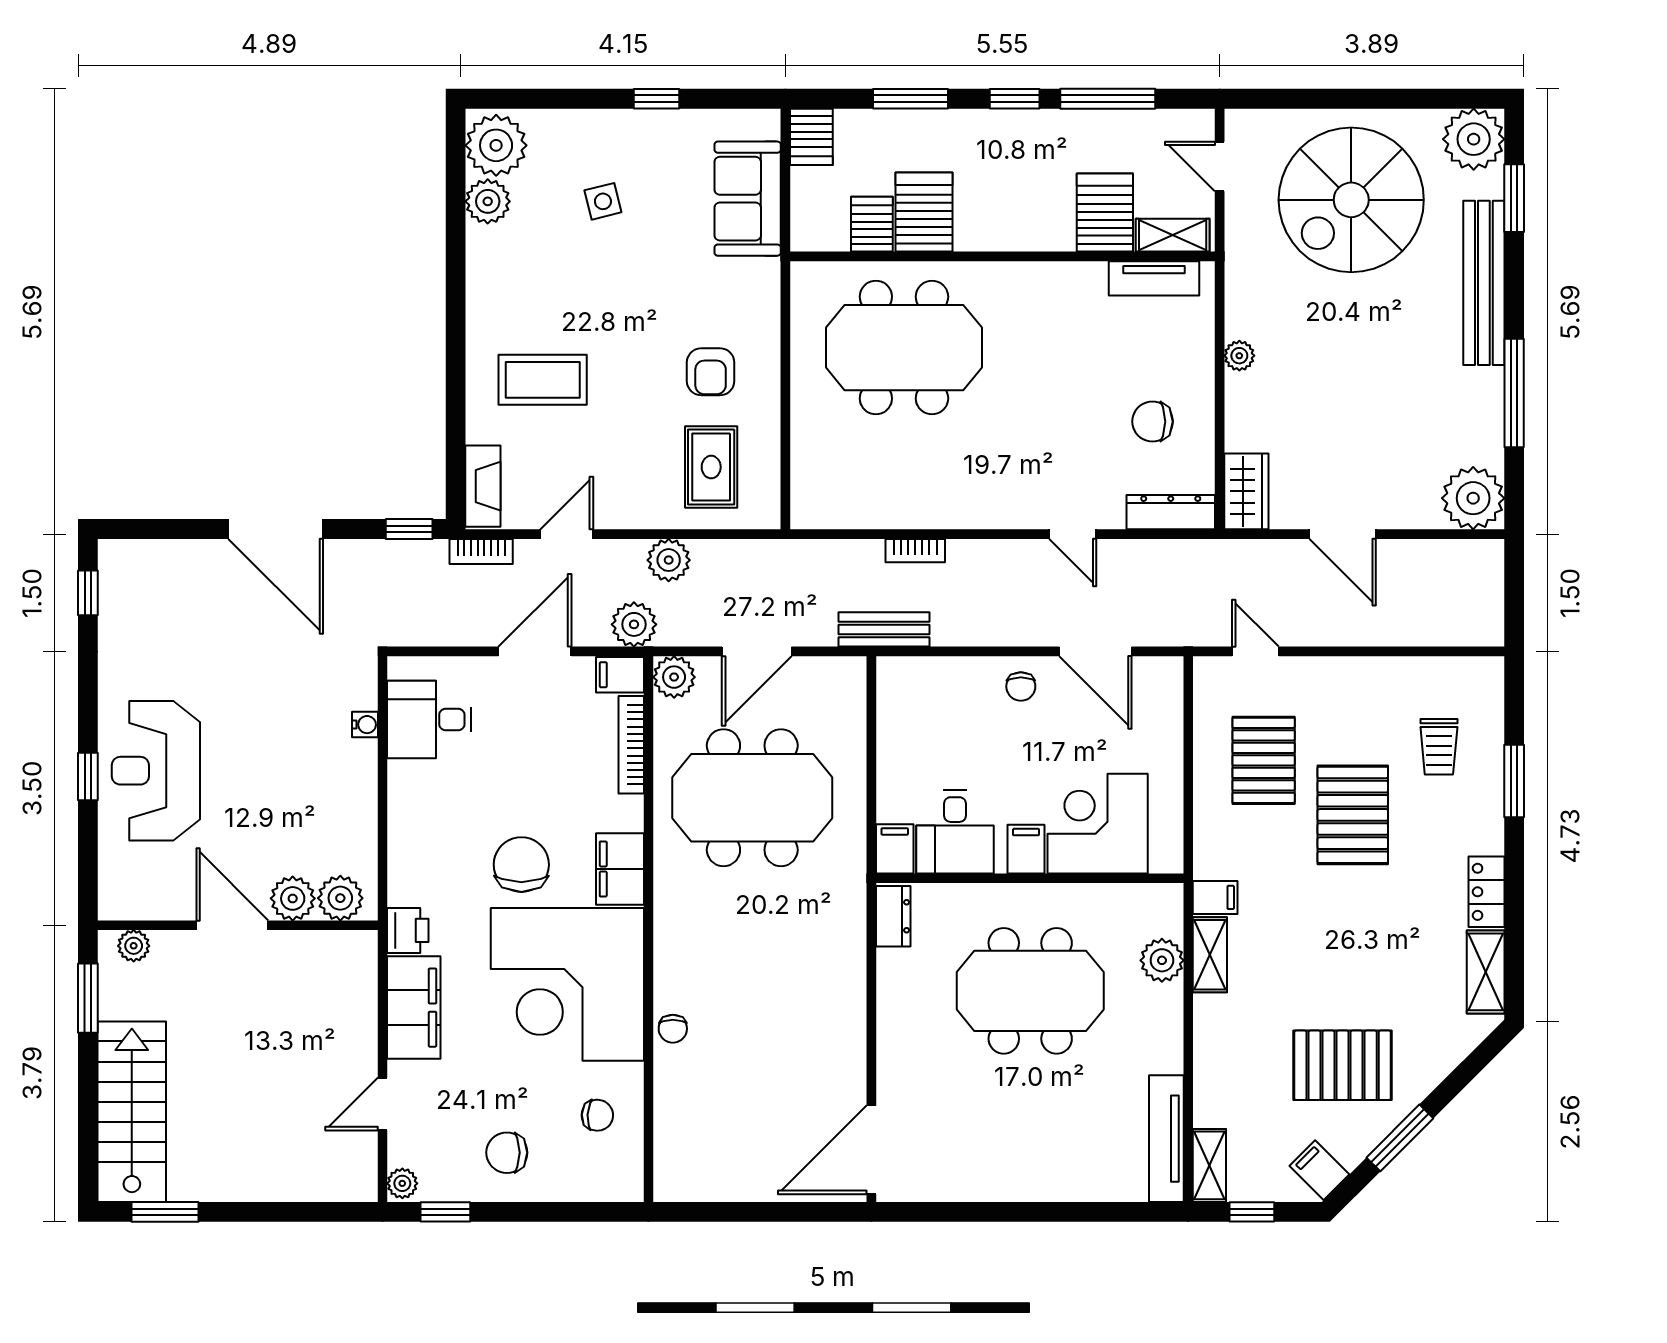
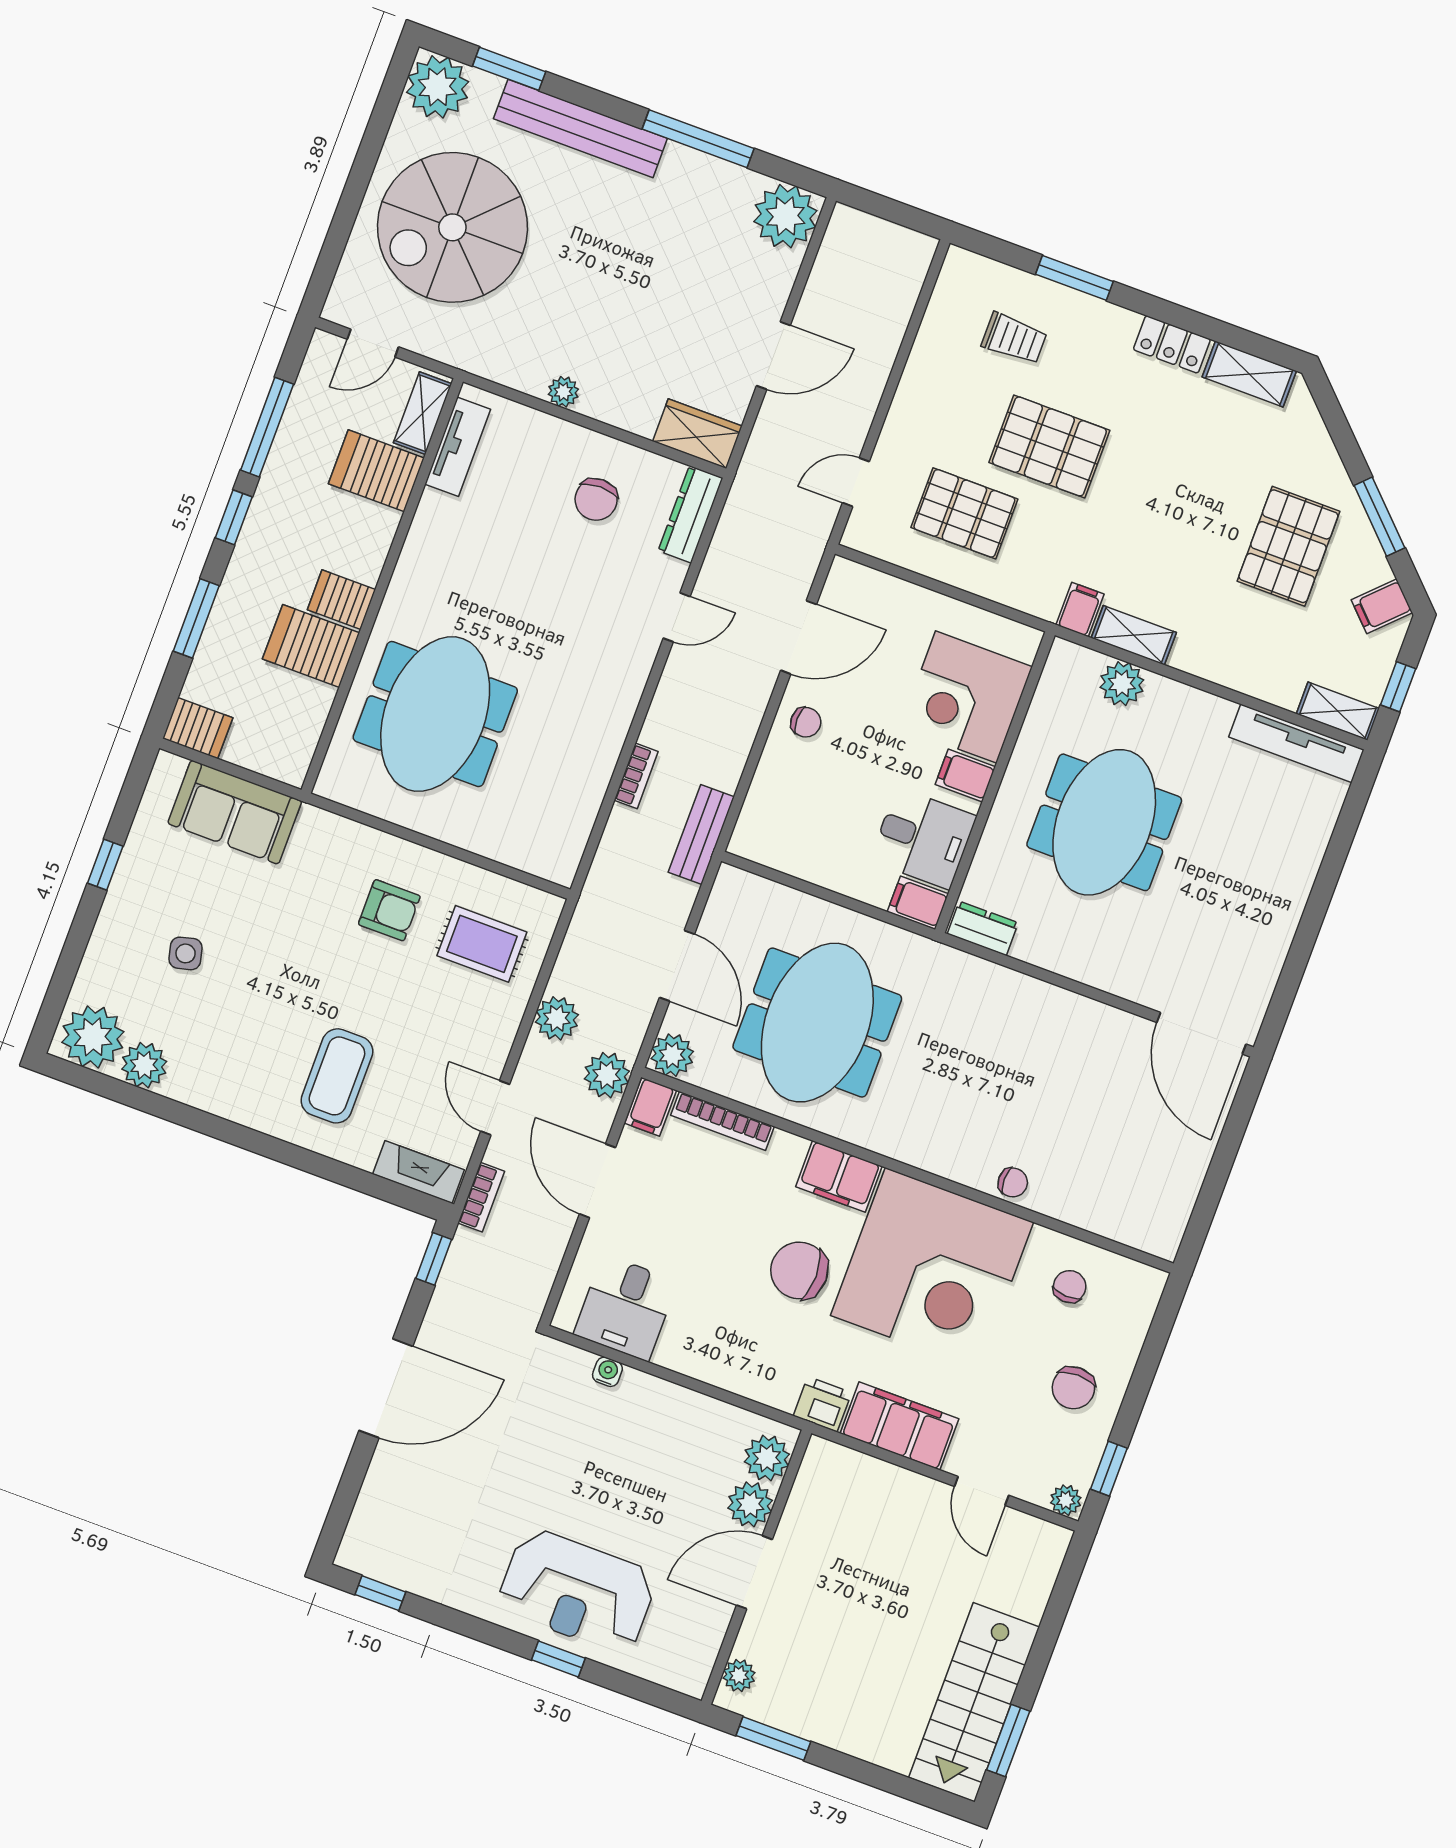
spiral stairs: (1351, 200) -> (452, 227), turned 90
server rack: (872, 224) -> (341, 600), moved
stairs: (132, 1112) -> (974, 1702), moved, turned -90

